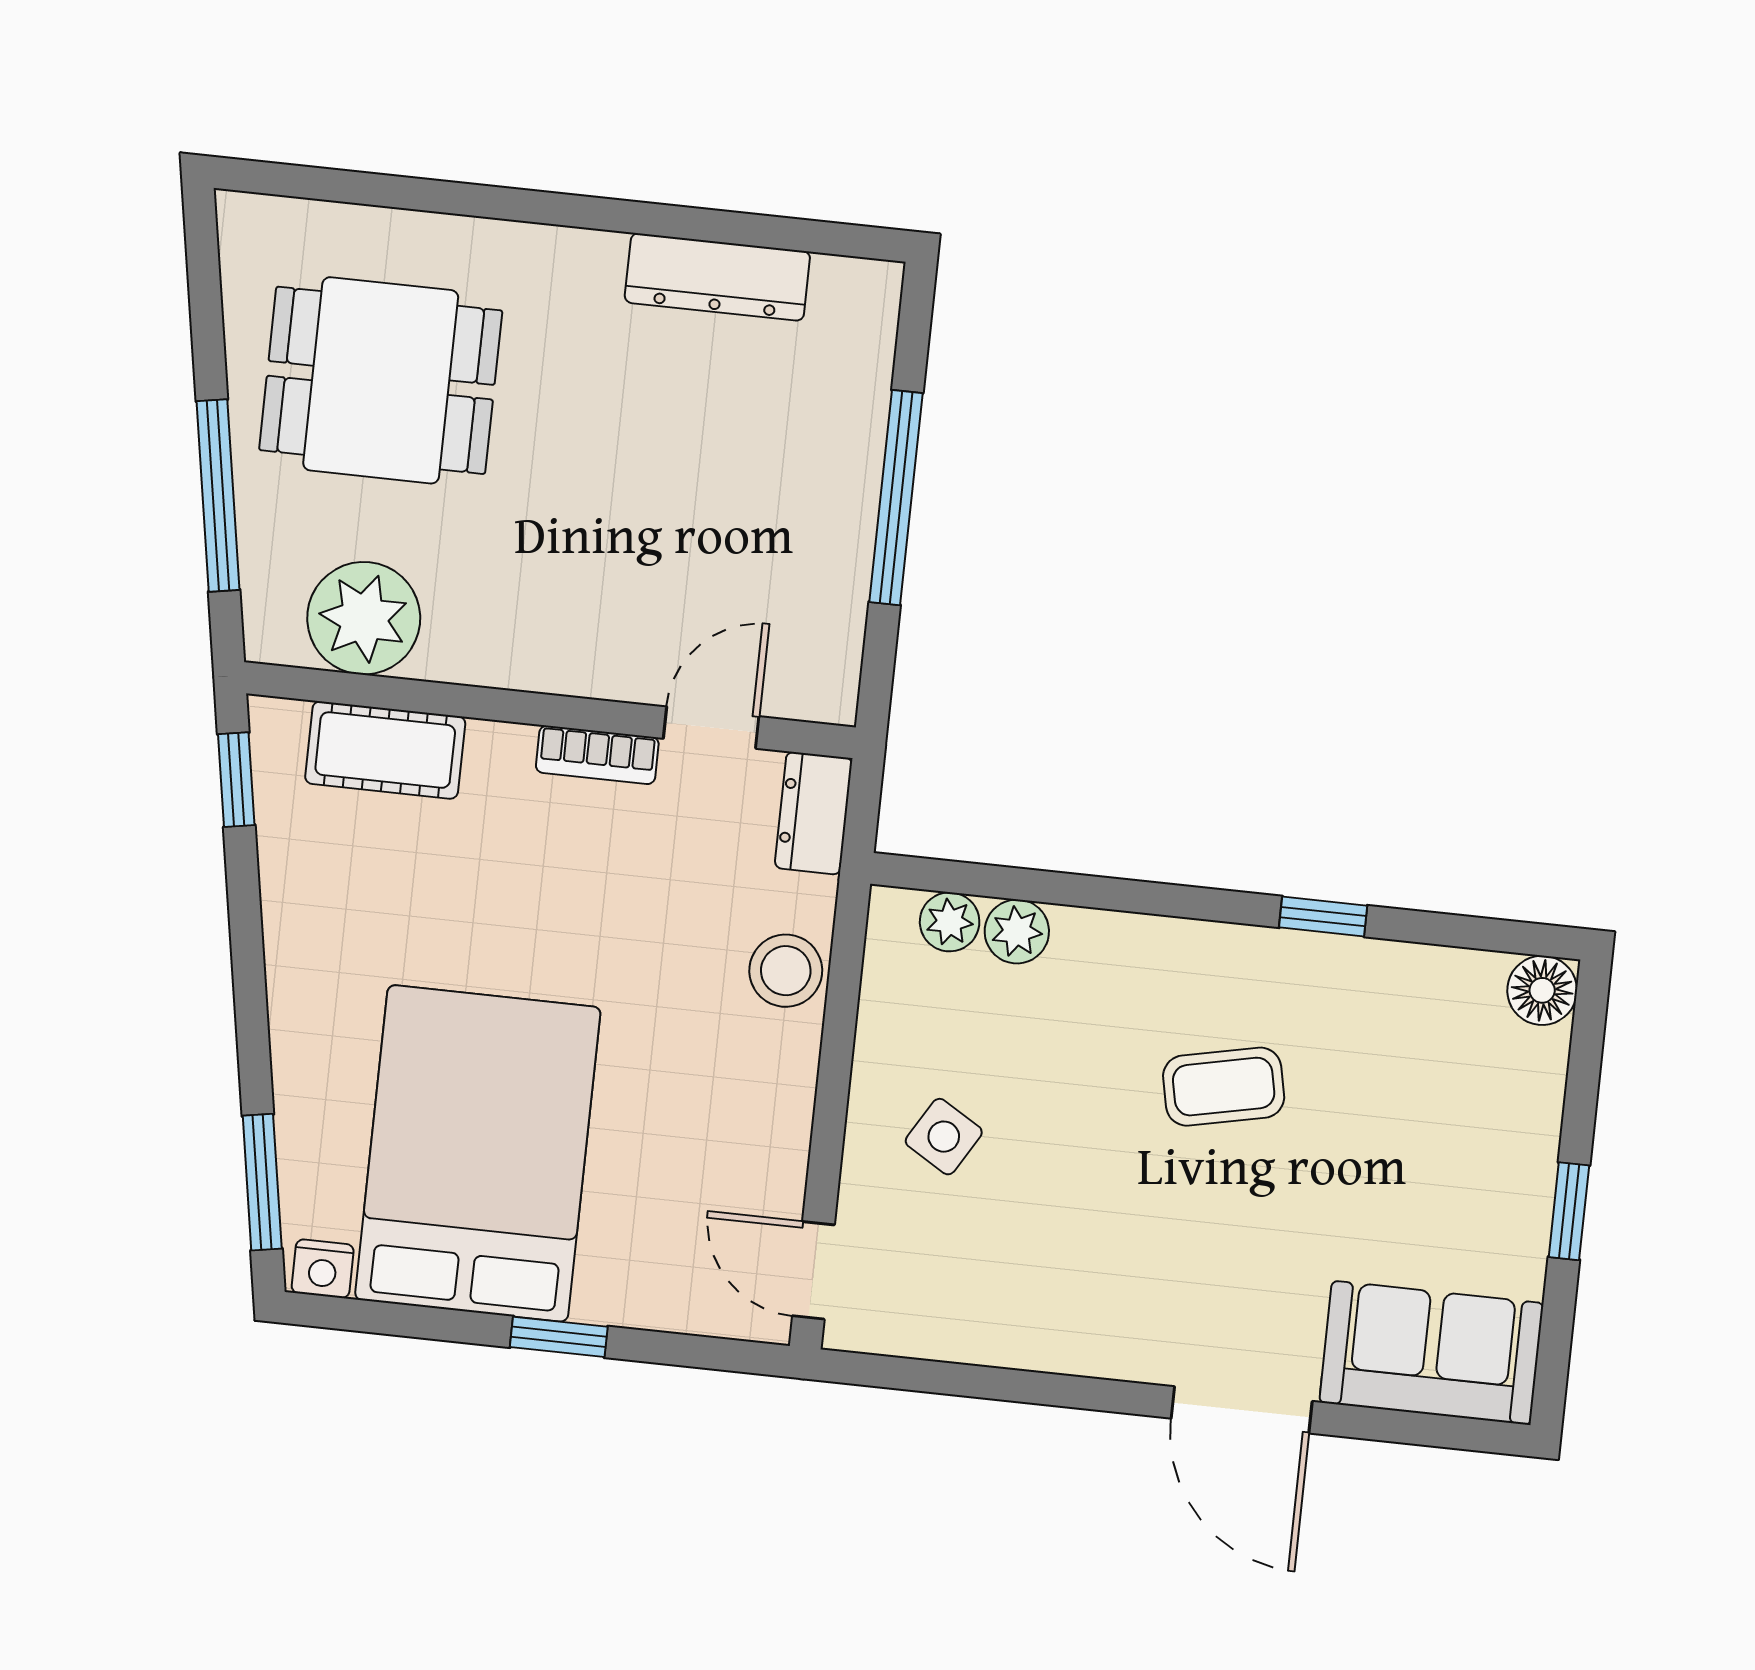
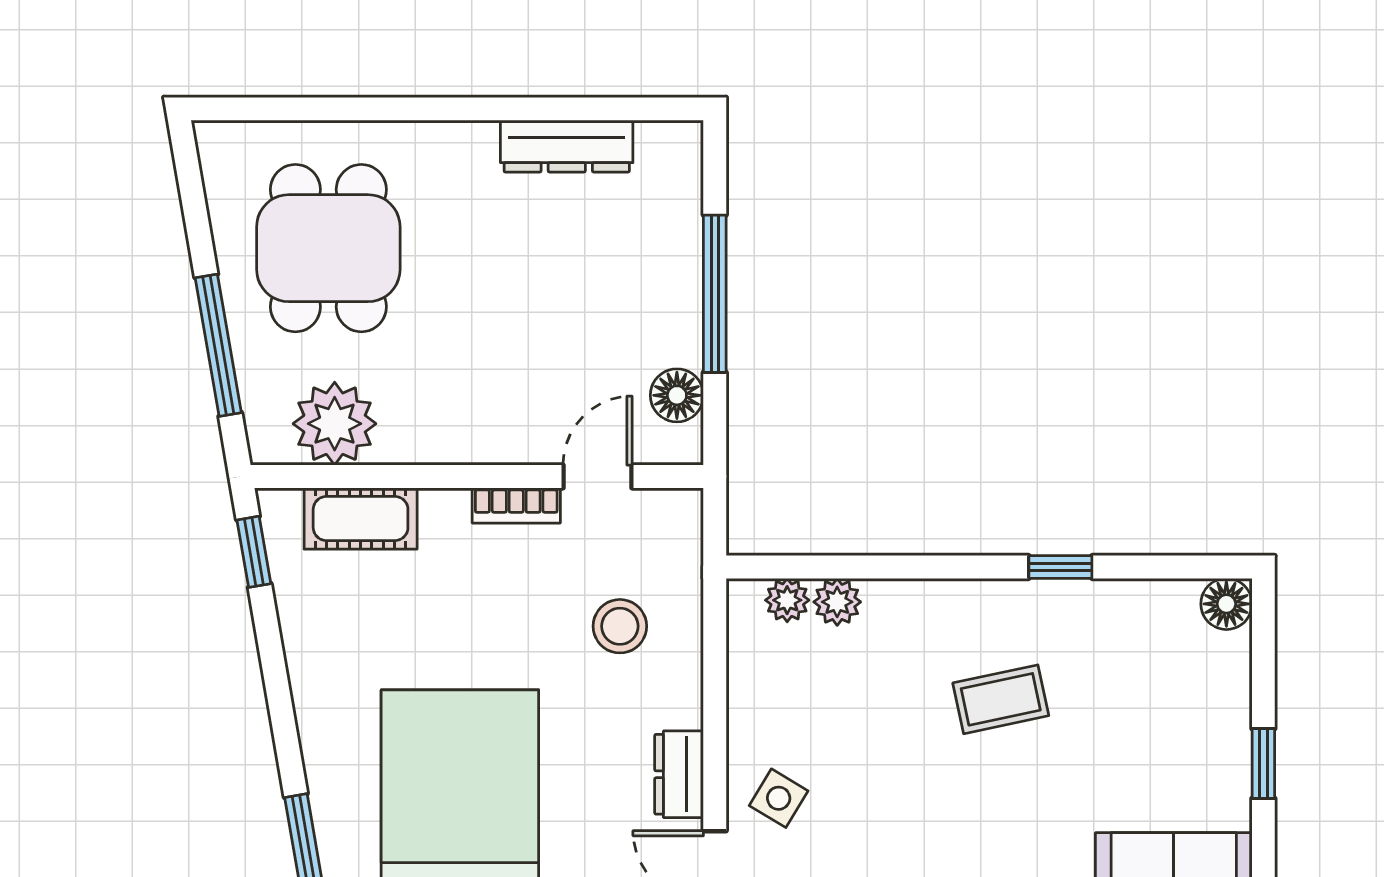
dining table: (381, 380) -> (328, 248), turned 90
floor lamp: (830, 629) -> (677, 395), added
dresser: (814, 813) -> (679, 774), moved
stool: (786, 971) -> (620, 626), moved
side table: (944, 1137) -> (779, 798), moved

